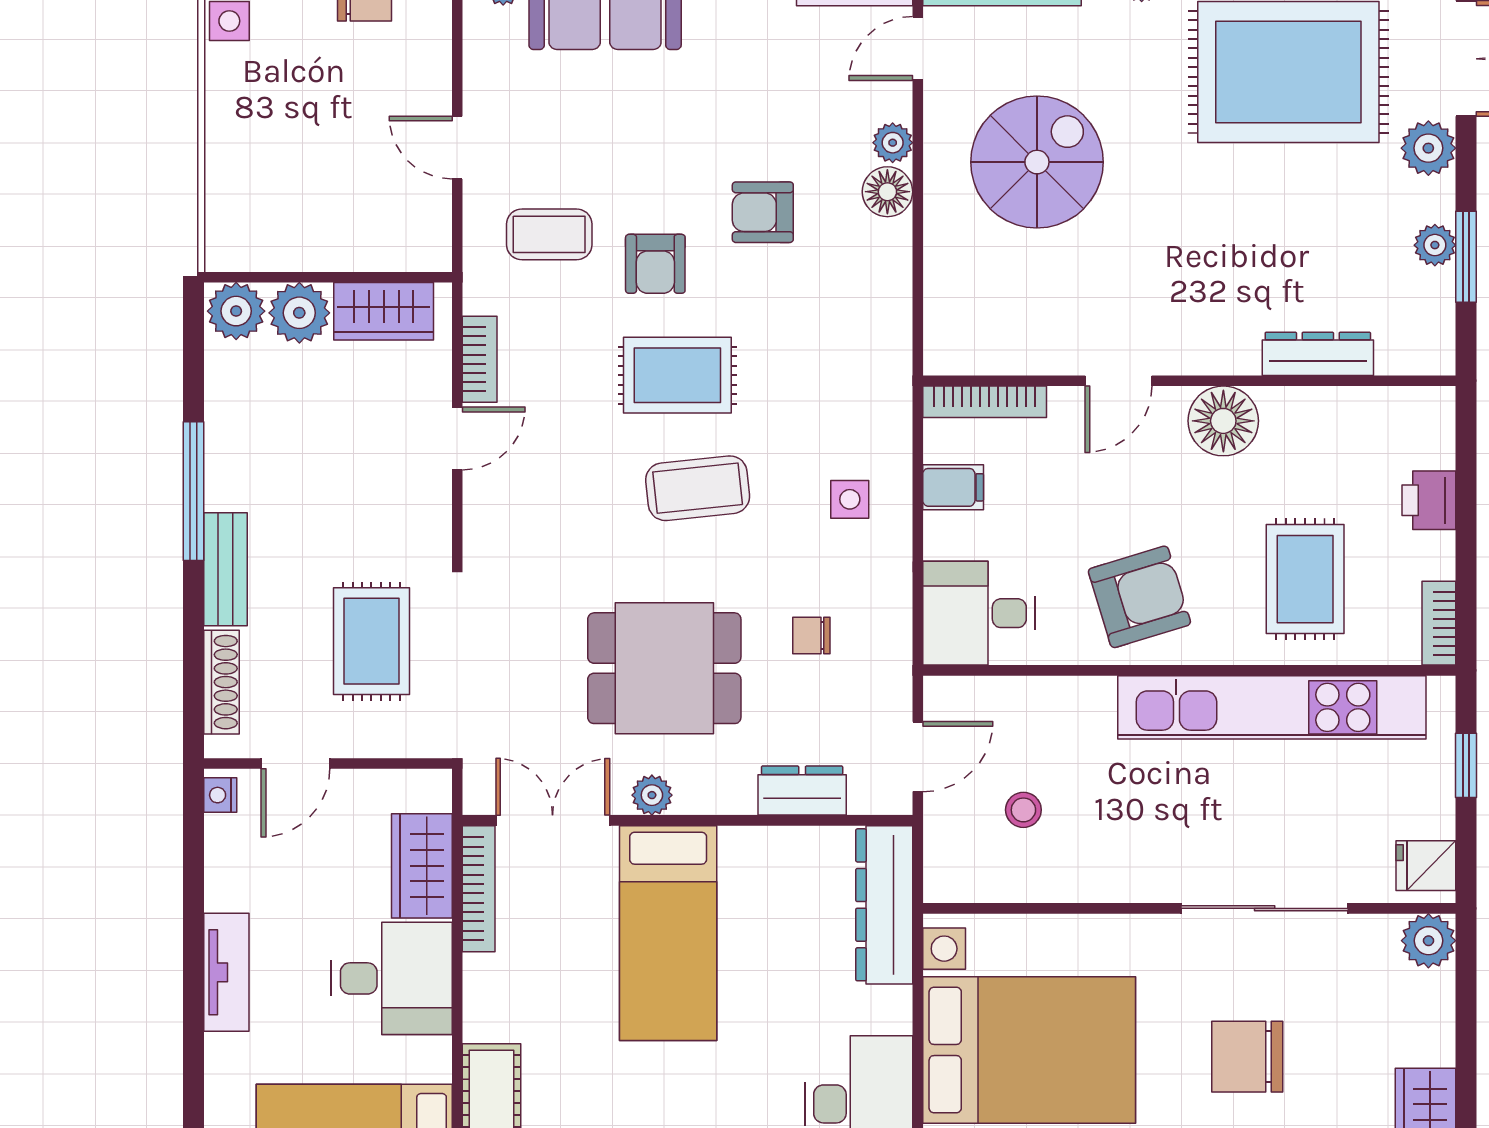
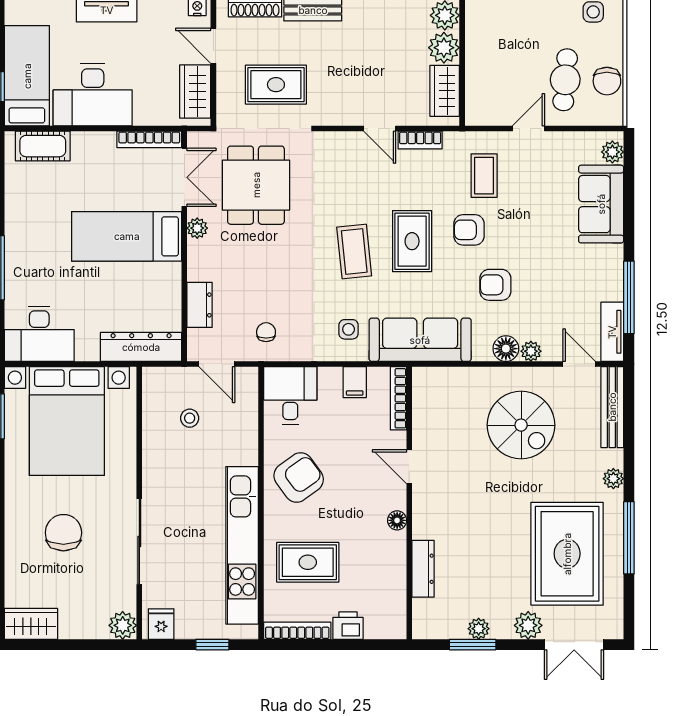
cafe table: (362, 76) -> (565, 80), added
armchair: (763, 212) -> (495, 285), turned -90
sofa: (870, 359) -> (420, 340), added
floor lamp: (1223, 421) -> (397, 520), width x0.53, depth x0.53
armchair: (1139, 597) -> (299, 477), turned -109
bookcase: (1439, 623) -> (297, 631), width x1.56
chair: (811, 636) -> (266, 332), moved
dining table: (664, 668) -> (256, 185), moved
wardrobe: (422, 866) -> (195, 92), moved, turned -90
desk: (391, 978) -> (93, 95), width x1.37

